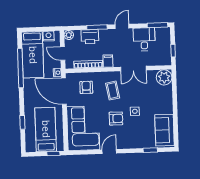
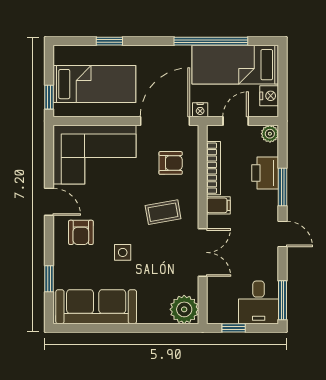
desk: (144, 39) -> (259, 302), moved, turned 90
double door: (133, 69) -> (203, 252), swing flipped
armchair: (116, 118) -> (81, 232), moved
sofa: (164, 130) -> (96, 307), width x1.36

